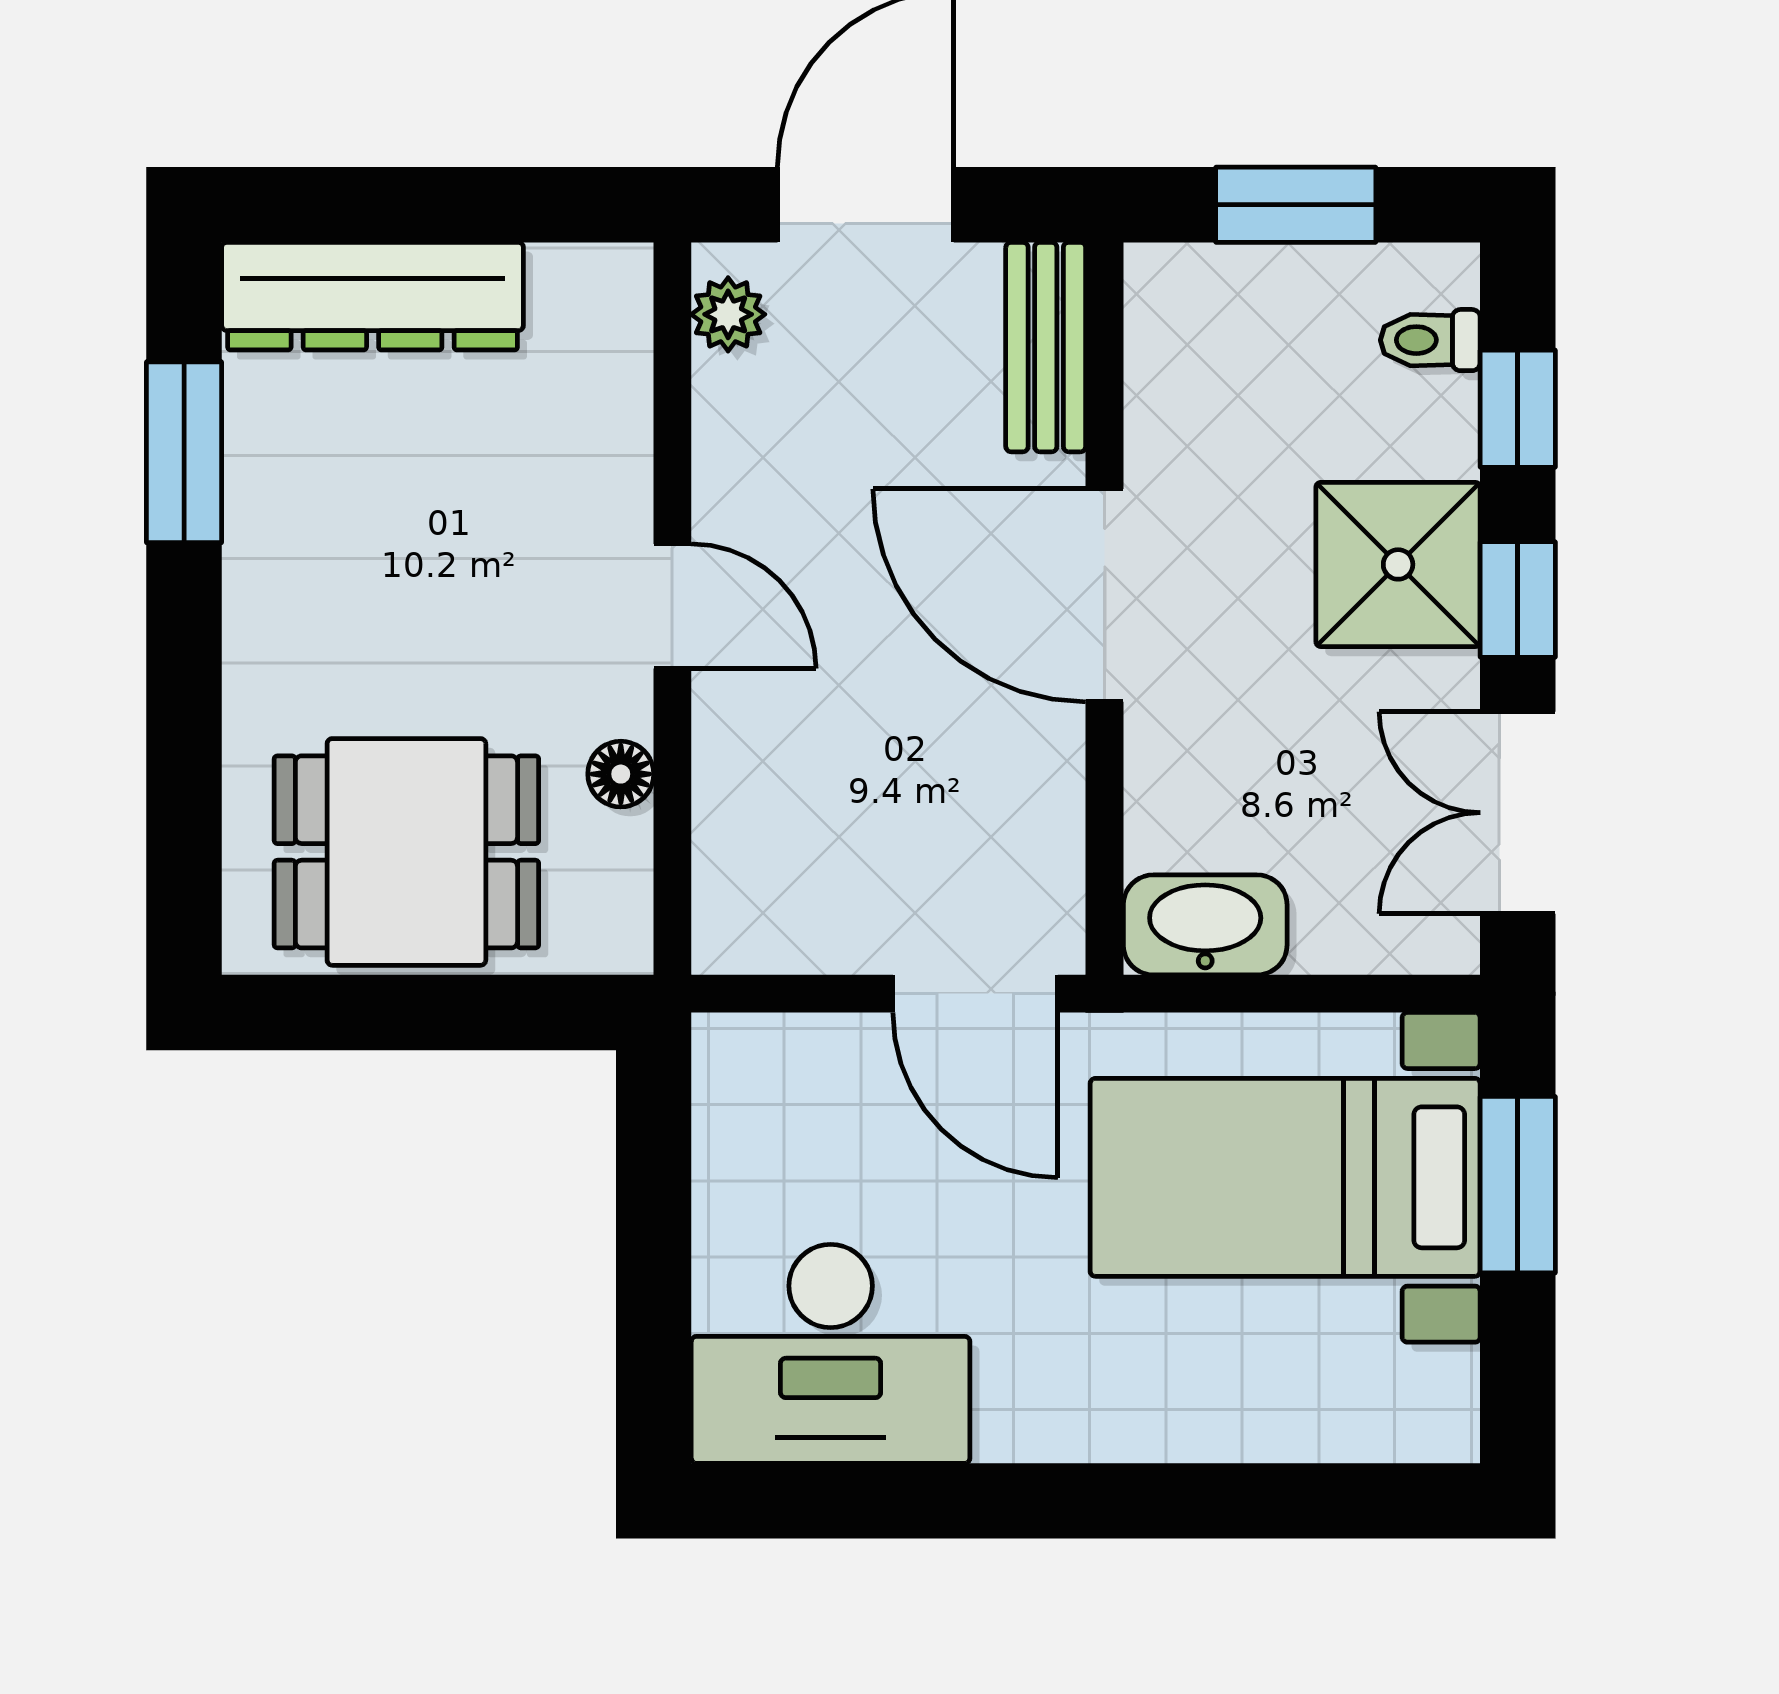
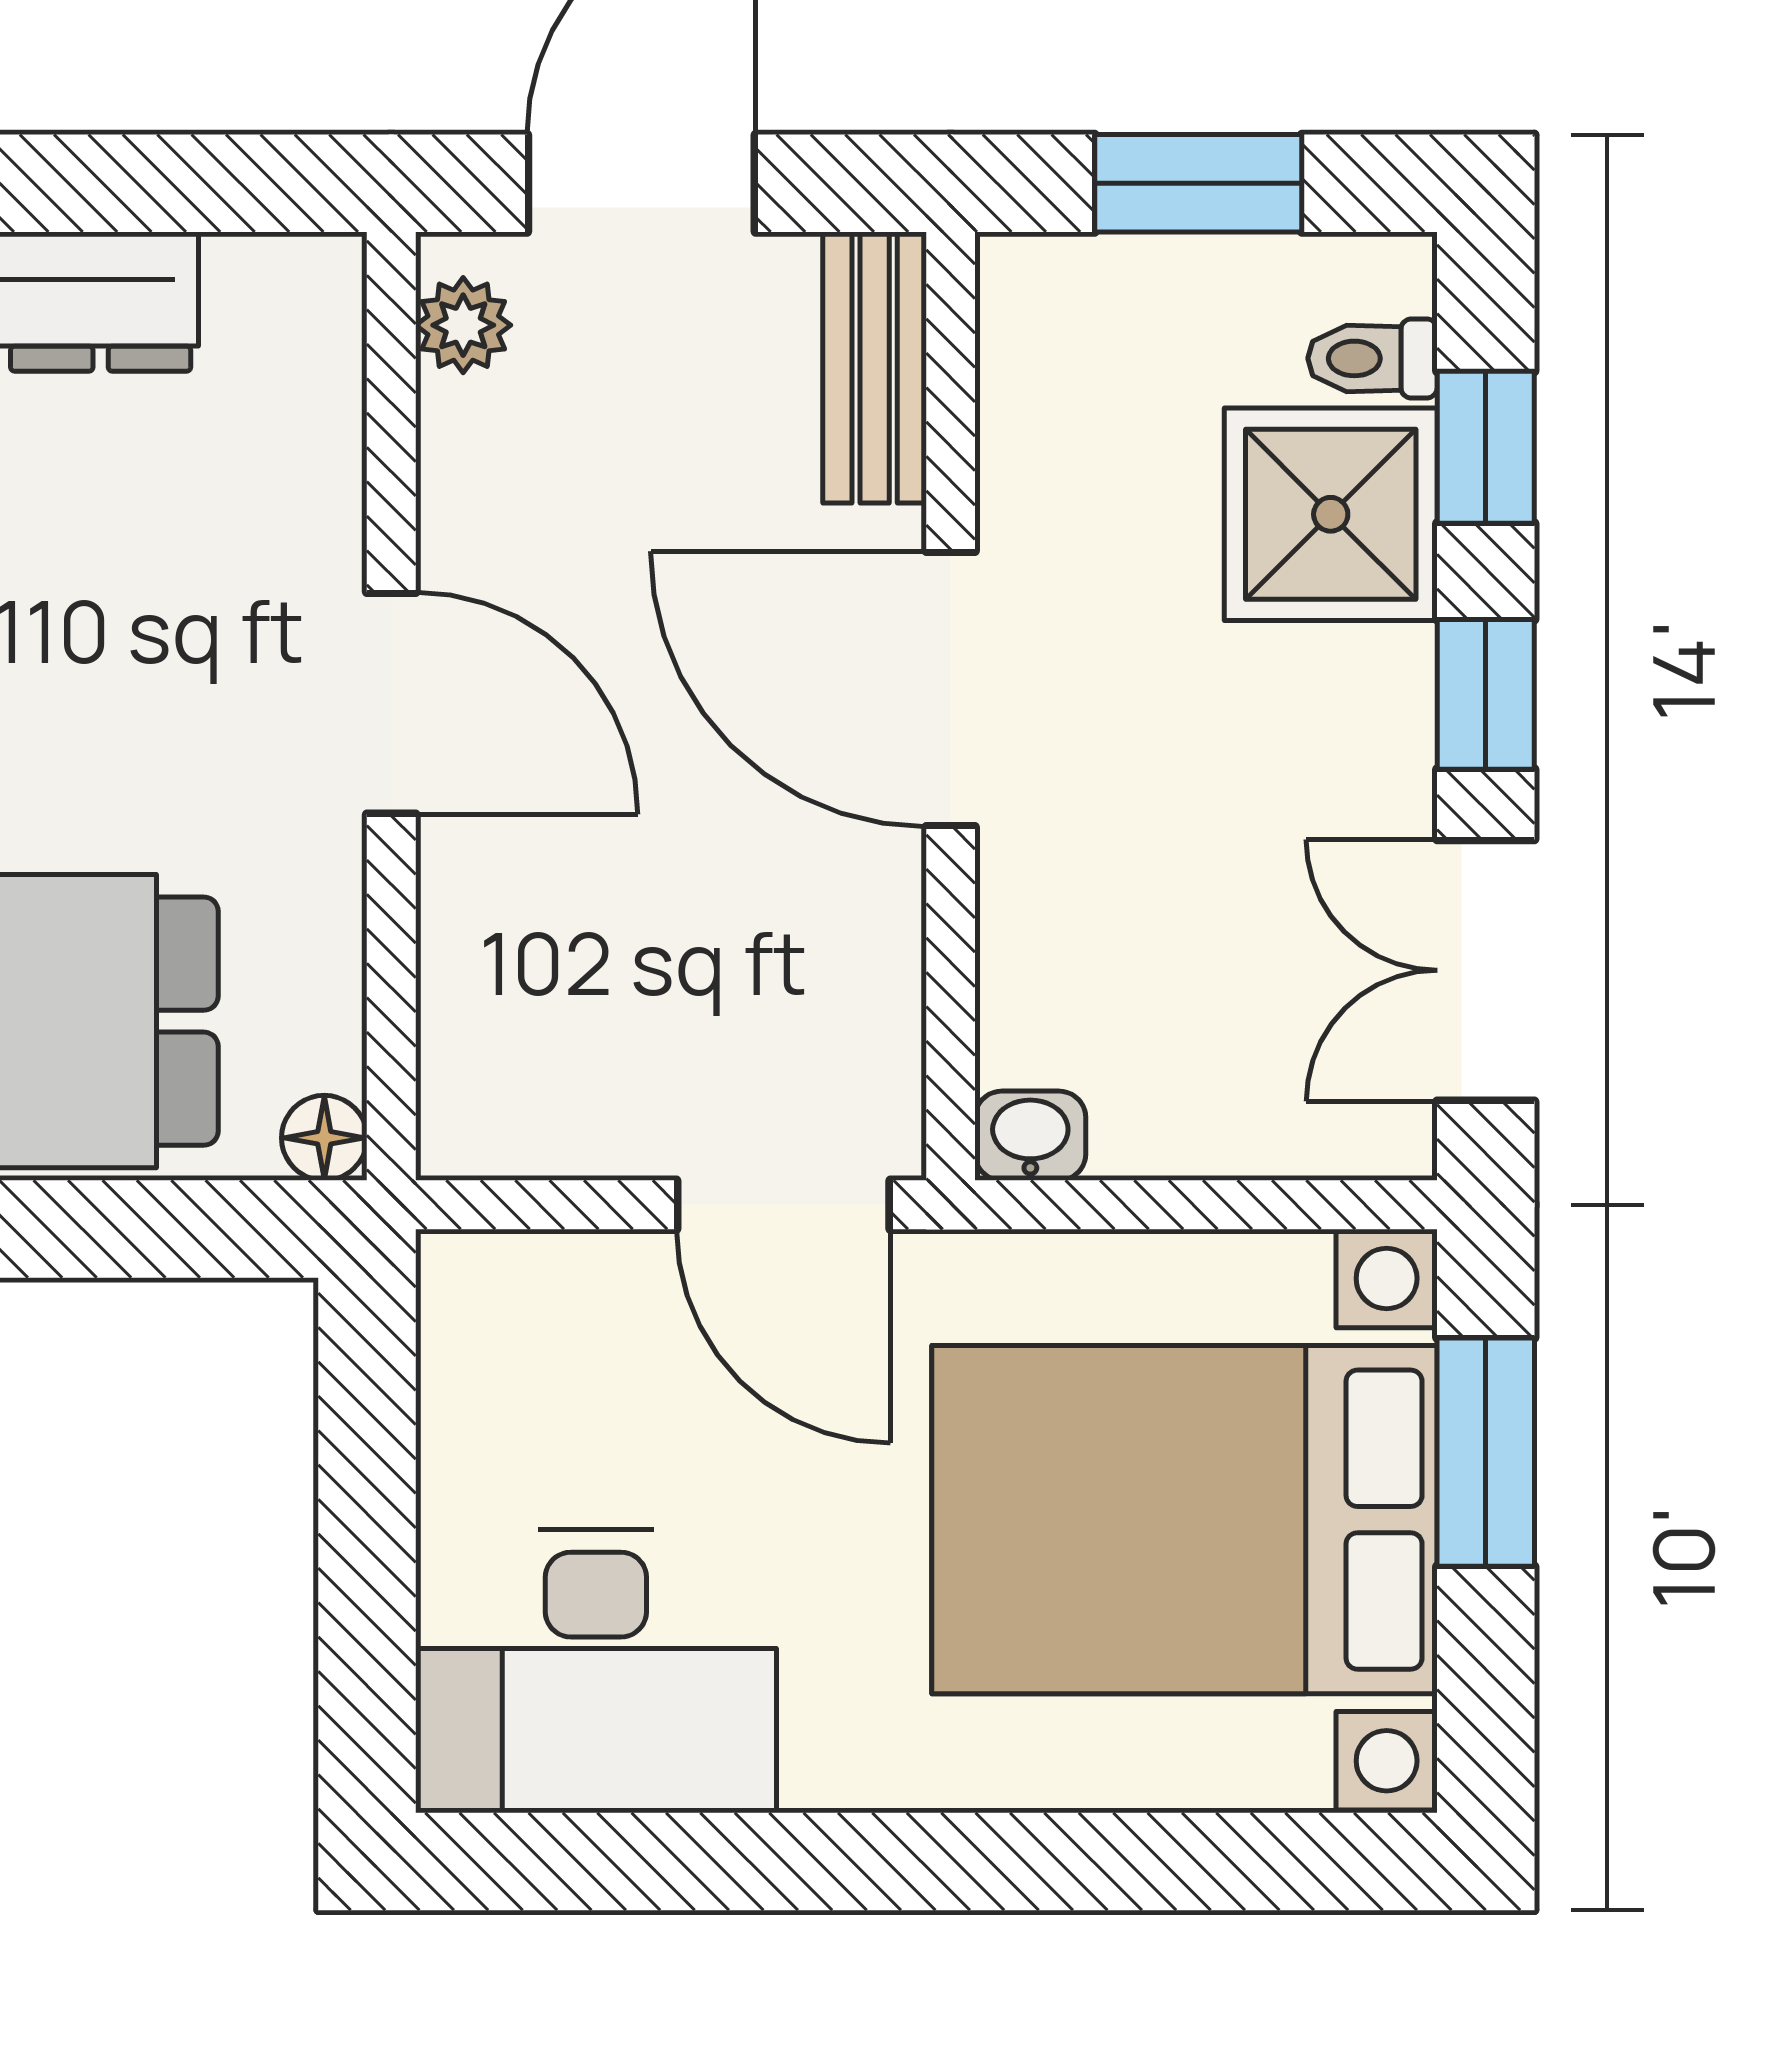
shower: (1398, 564) -> (1331, 514), moved
door: (672, 606) -> (391, 703), width x1.37
floor lamp: (621, 774) -> (324, 1138), moved
washbasin: (1205, 925) -> (1030, 1136), width x0.52, depth x0.69
bed with nightstands: (1285, 1177) -> (1184, 1520), width x1.36

